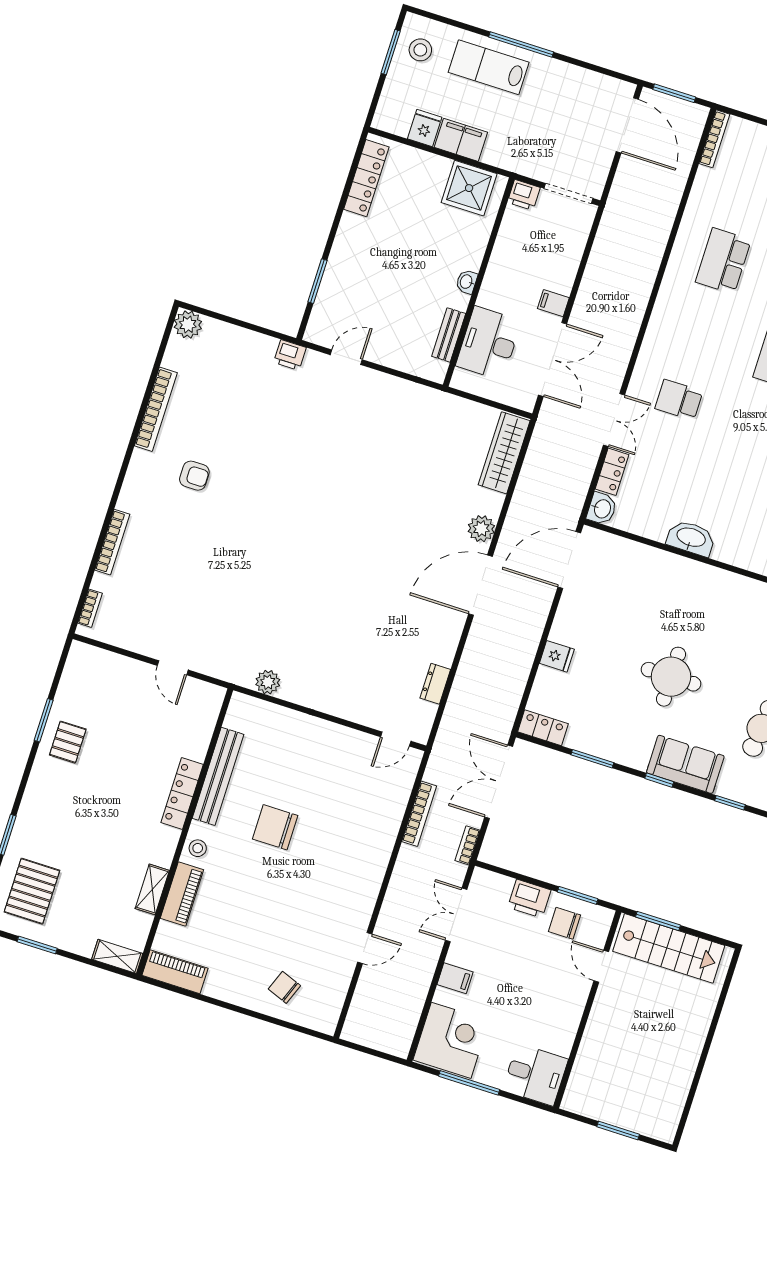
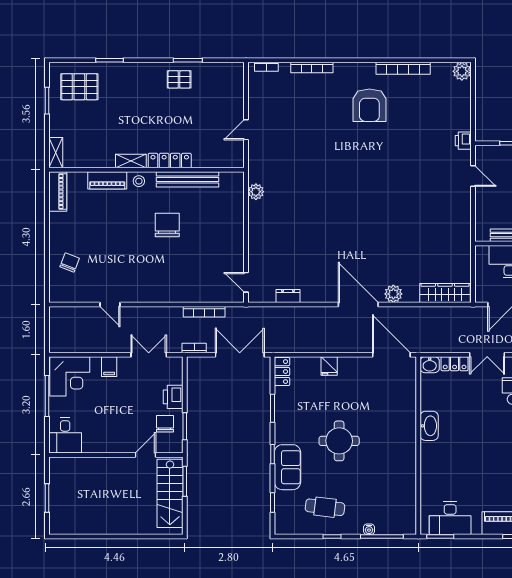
armchair: (194, 476) -> (369, 105), width x1.88, depth x1.88
shelving: (152, 889) -> (131, 161), moved

